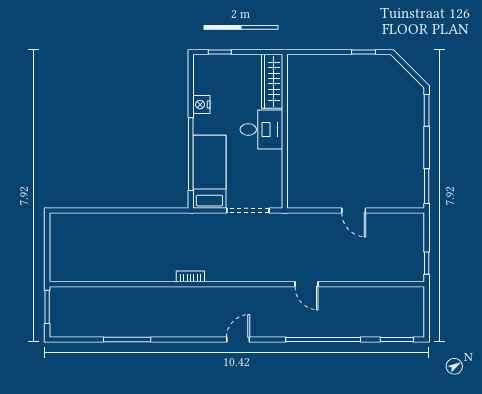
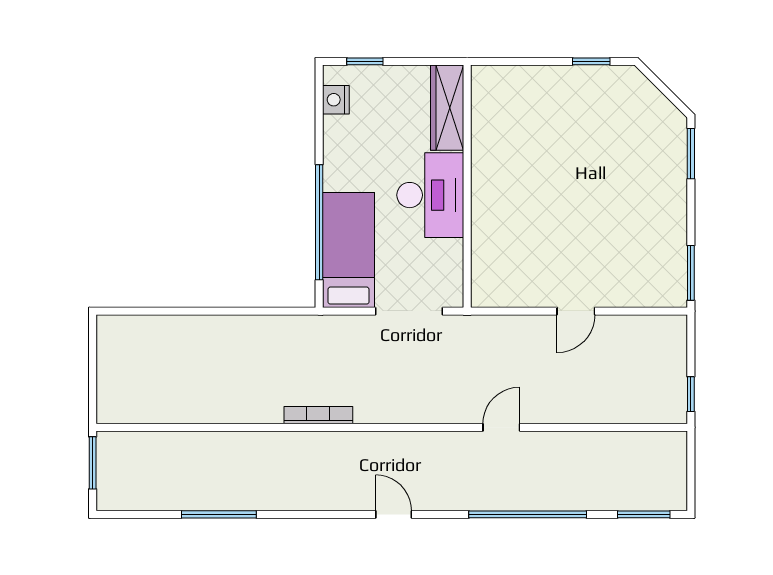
nightstand: (201, 105) -> (336, 100), moved
desk: (261, 129) -> (430, 195), width x1.37
door: (354, 210) -> (576, 311), hinge flipped
bookcase: (190, 276) -> (318, 415), width x1.56
door: (306, 284) -> (501, 427), swing flipped
door: (238, 339) -> (394, 514), hinge flipped

